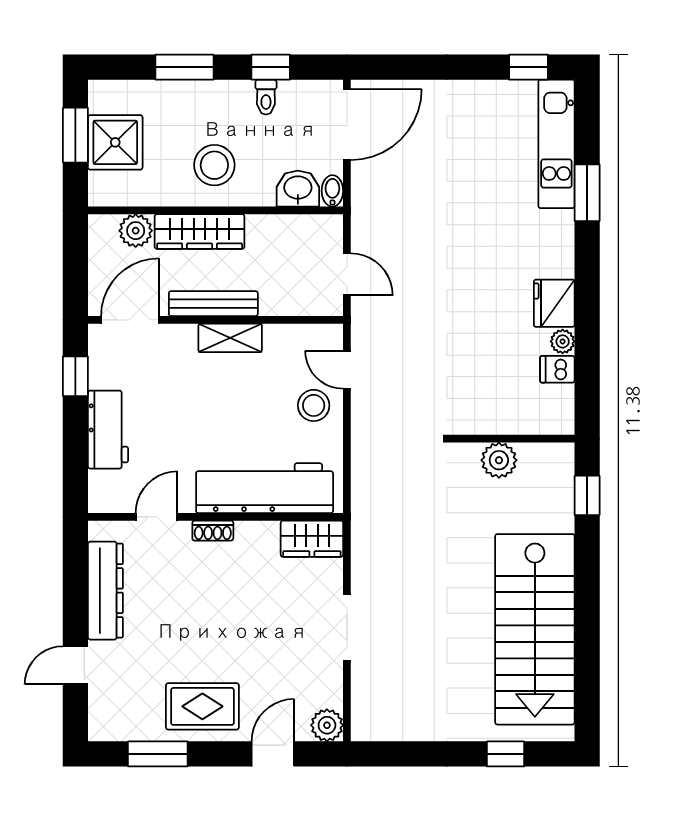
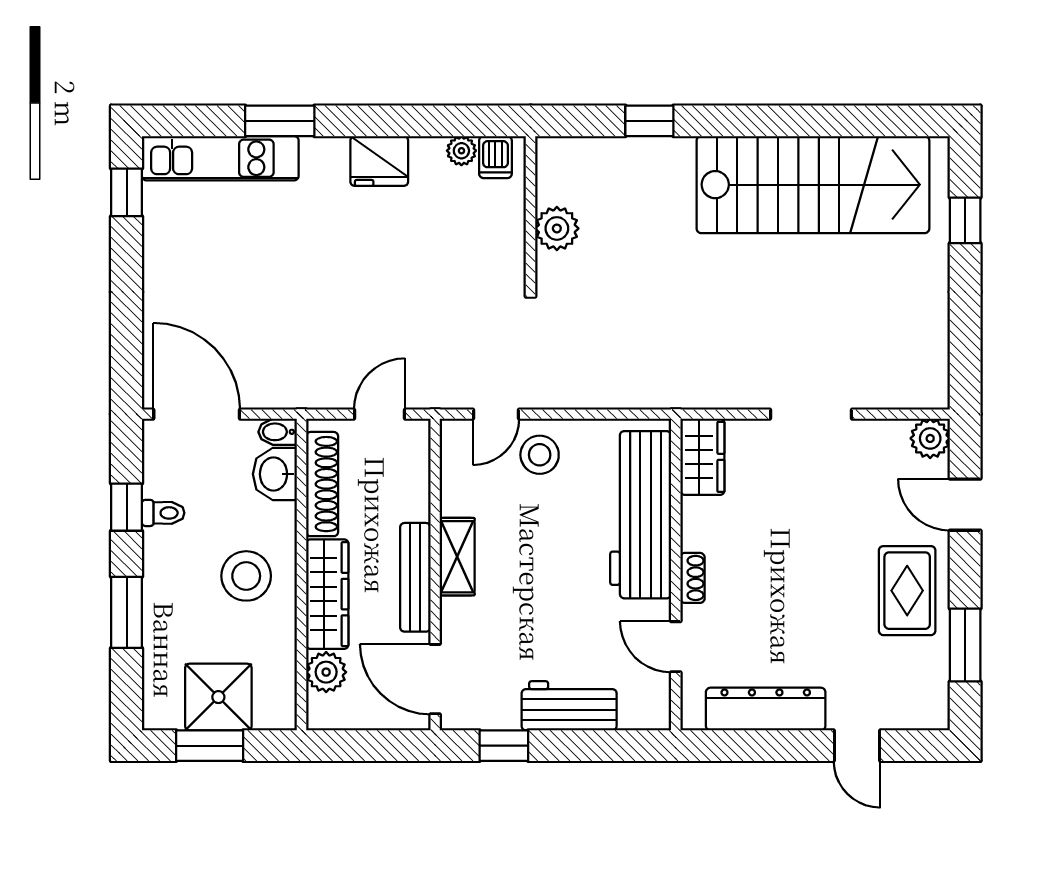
shoe rack: (290, 227) -> (322, 484), added
fridge: (554, 303) -> (379, 161), moved
wall: (513, 439) -> (531, 212), moved
plant: (499, 460) -> (557, 228), moved

